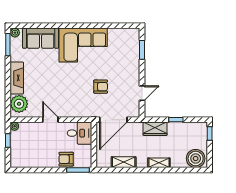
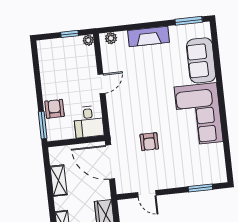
plant: (15, 33) -> (204, 28), removed
plant: (19, 104) -> (111, 38), width x0.53, depth x0.53

